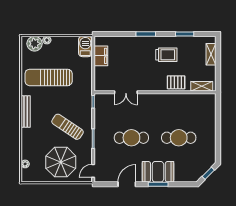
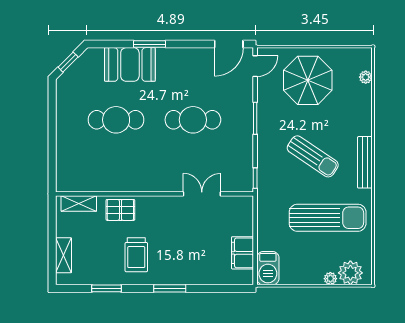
trolley: (166, 55) -> (136, 255), turned -90
sun lounger: (68, 127) -> (313, 156), moved
booth: (158, 172) -> (130, 64), moved
door: (127, 184) -> (229, 44), moved

